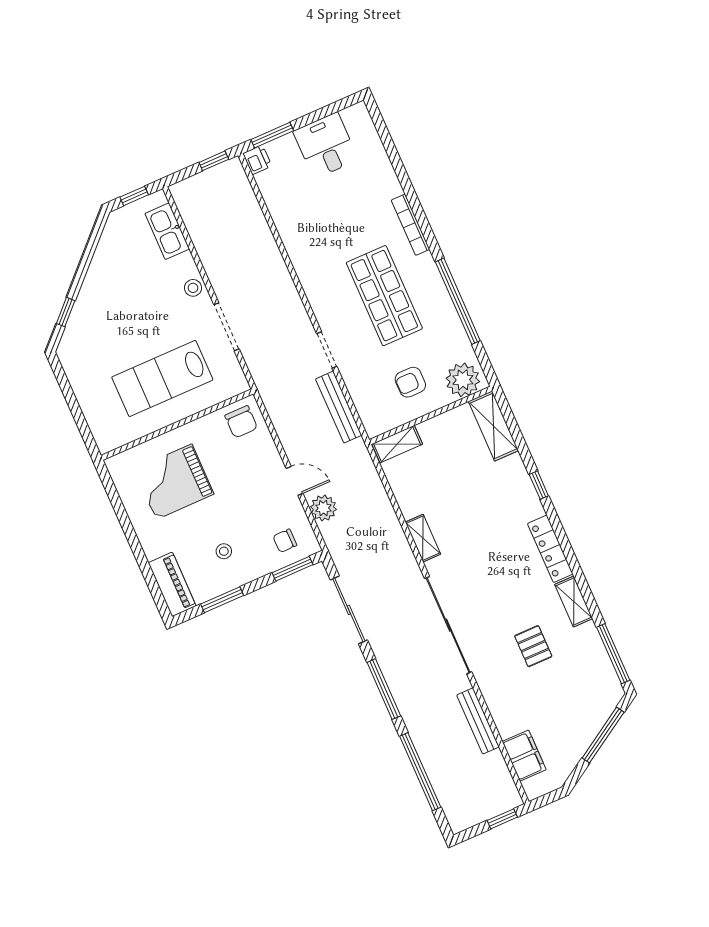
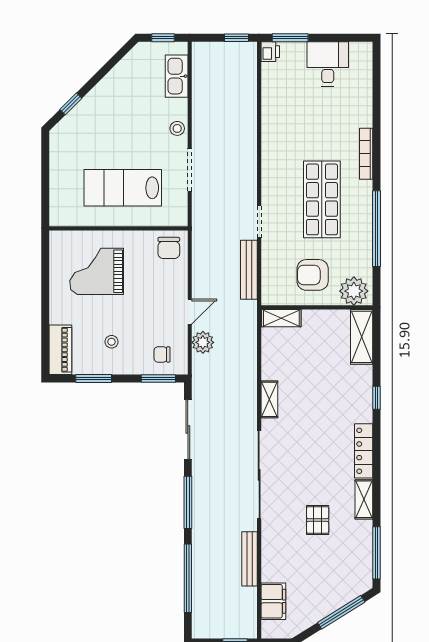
armchair: (410, 382) -> (313, 275), width x1.38, depth x1.38
door: (294, 481) -> (190, 312), hinge flipped

